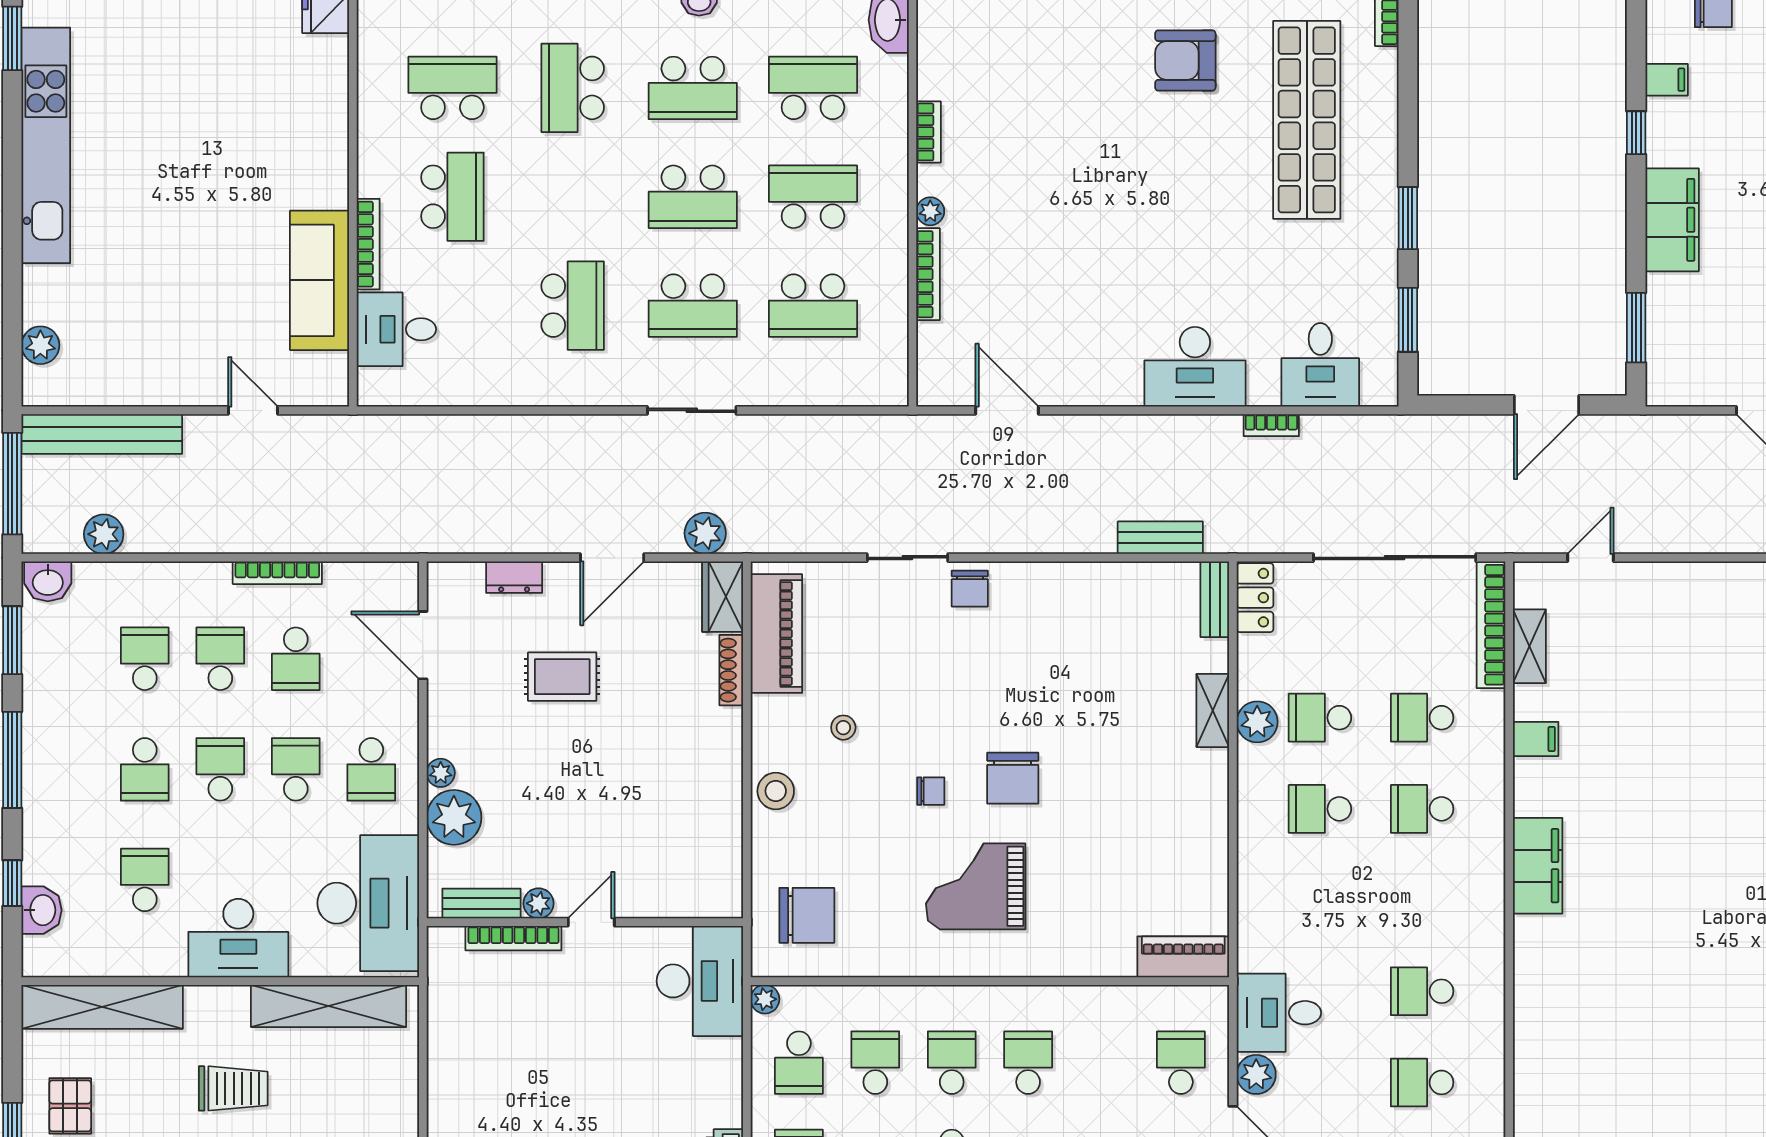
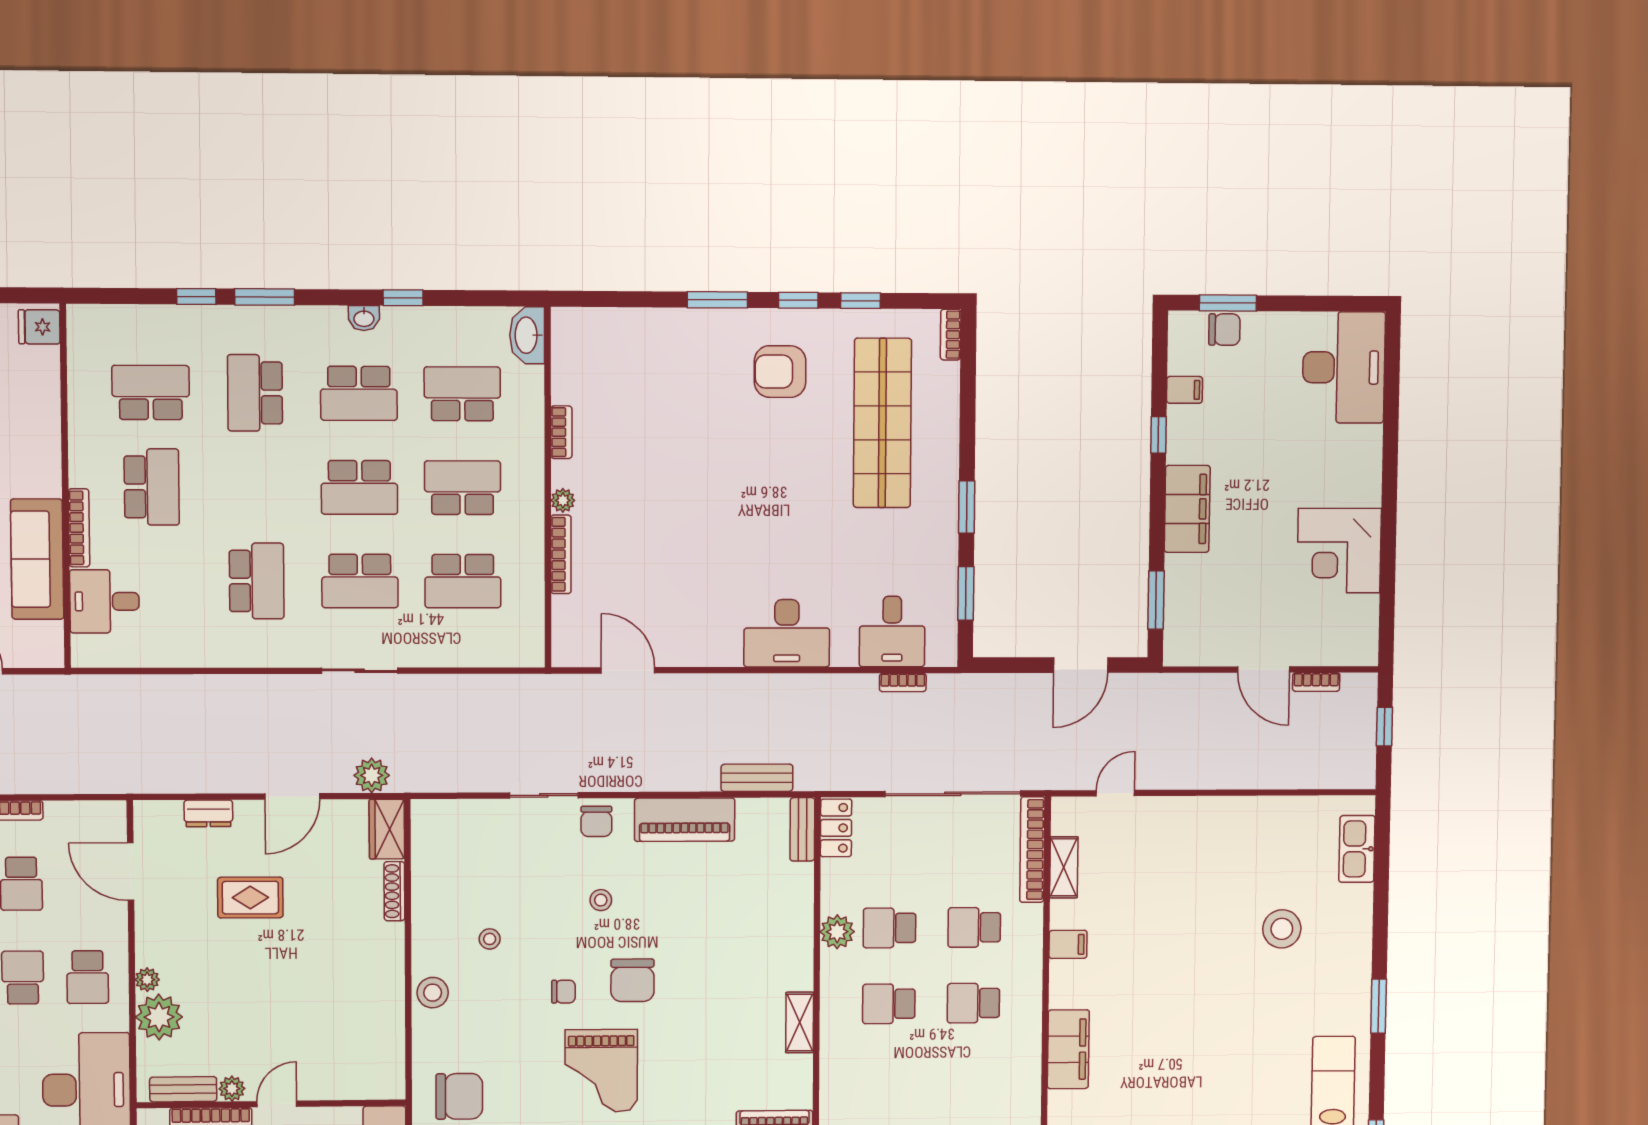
bookcase: (1271, 425) -> (903, 682), moved
piano: (776, 634) -> (685, 820), moved, turned 90
stool: (975, 682) -> (601, 900), added
shelving: (1213, 711) -> (800, 1022), moved
grand piano: (976, 886) -> (601, 1071), turned -90

